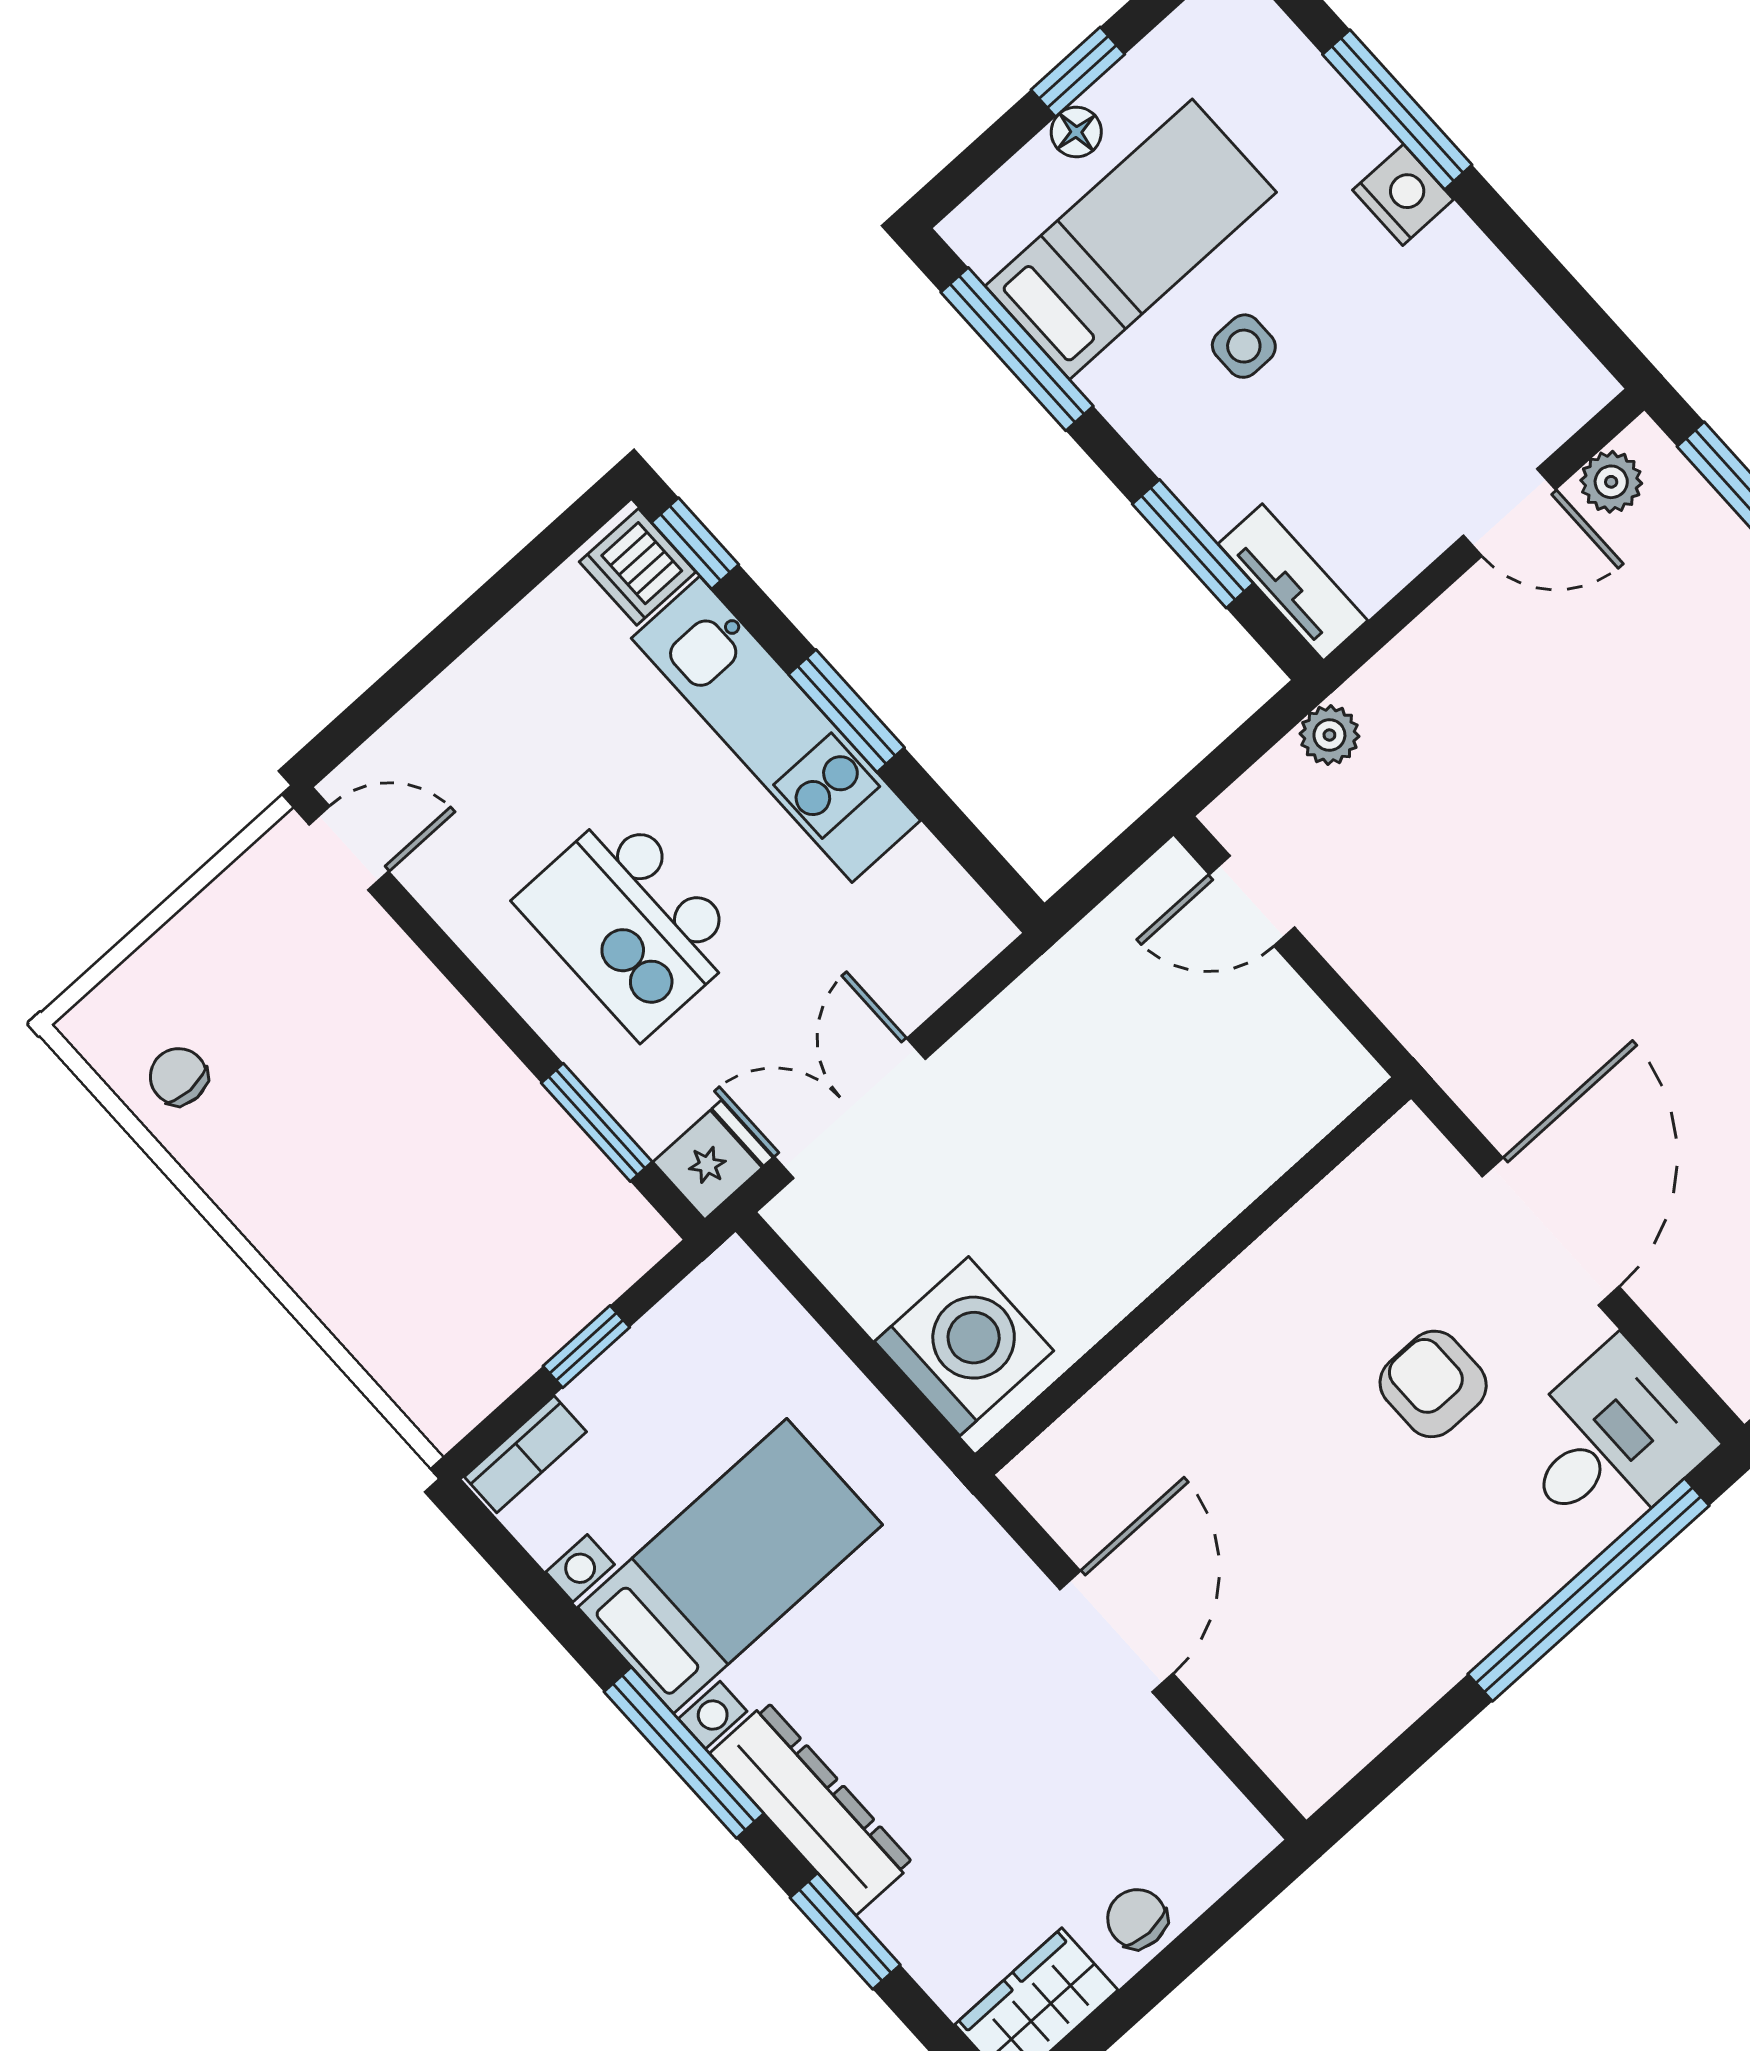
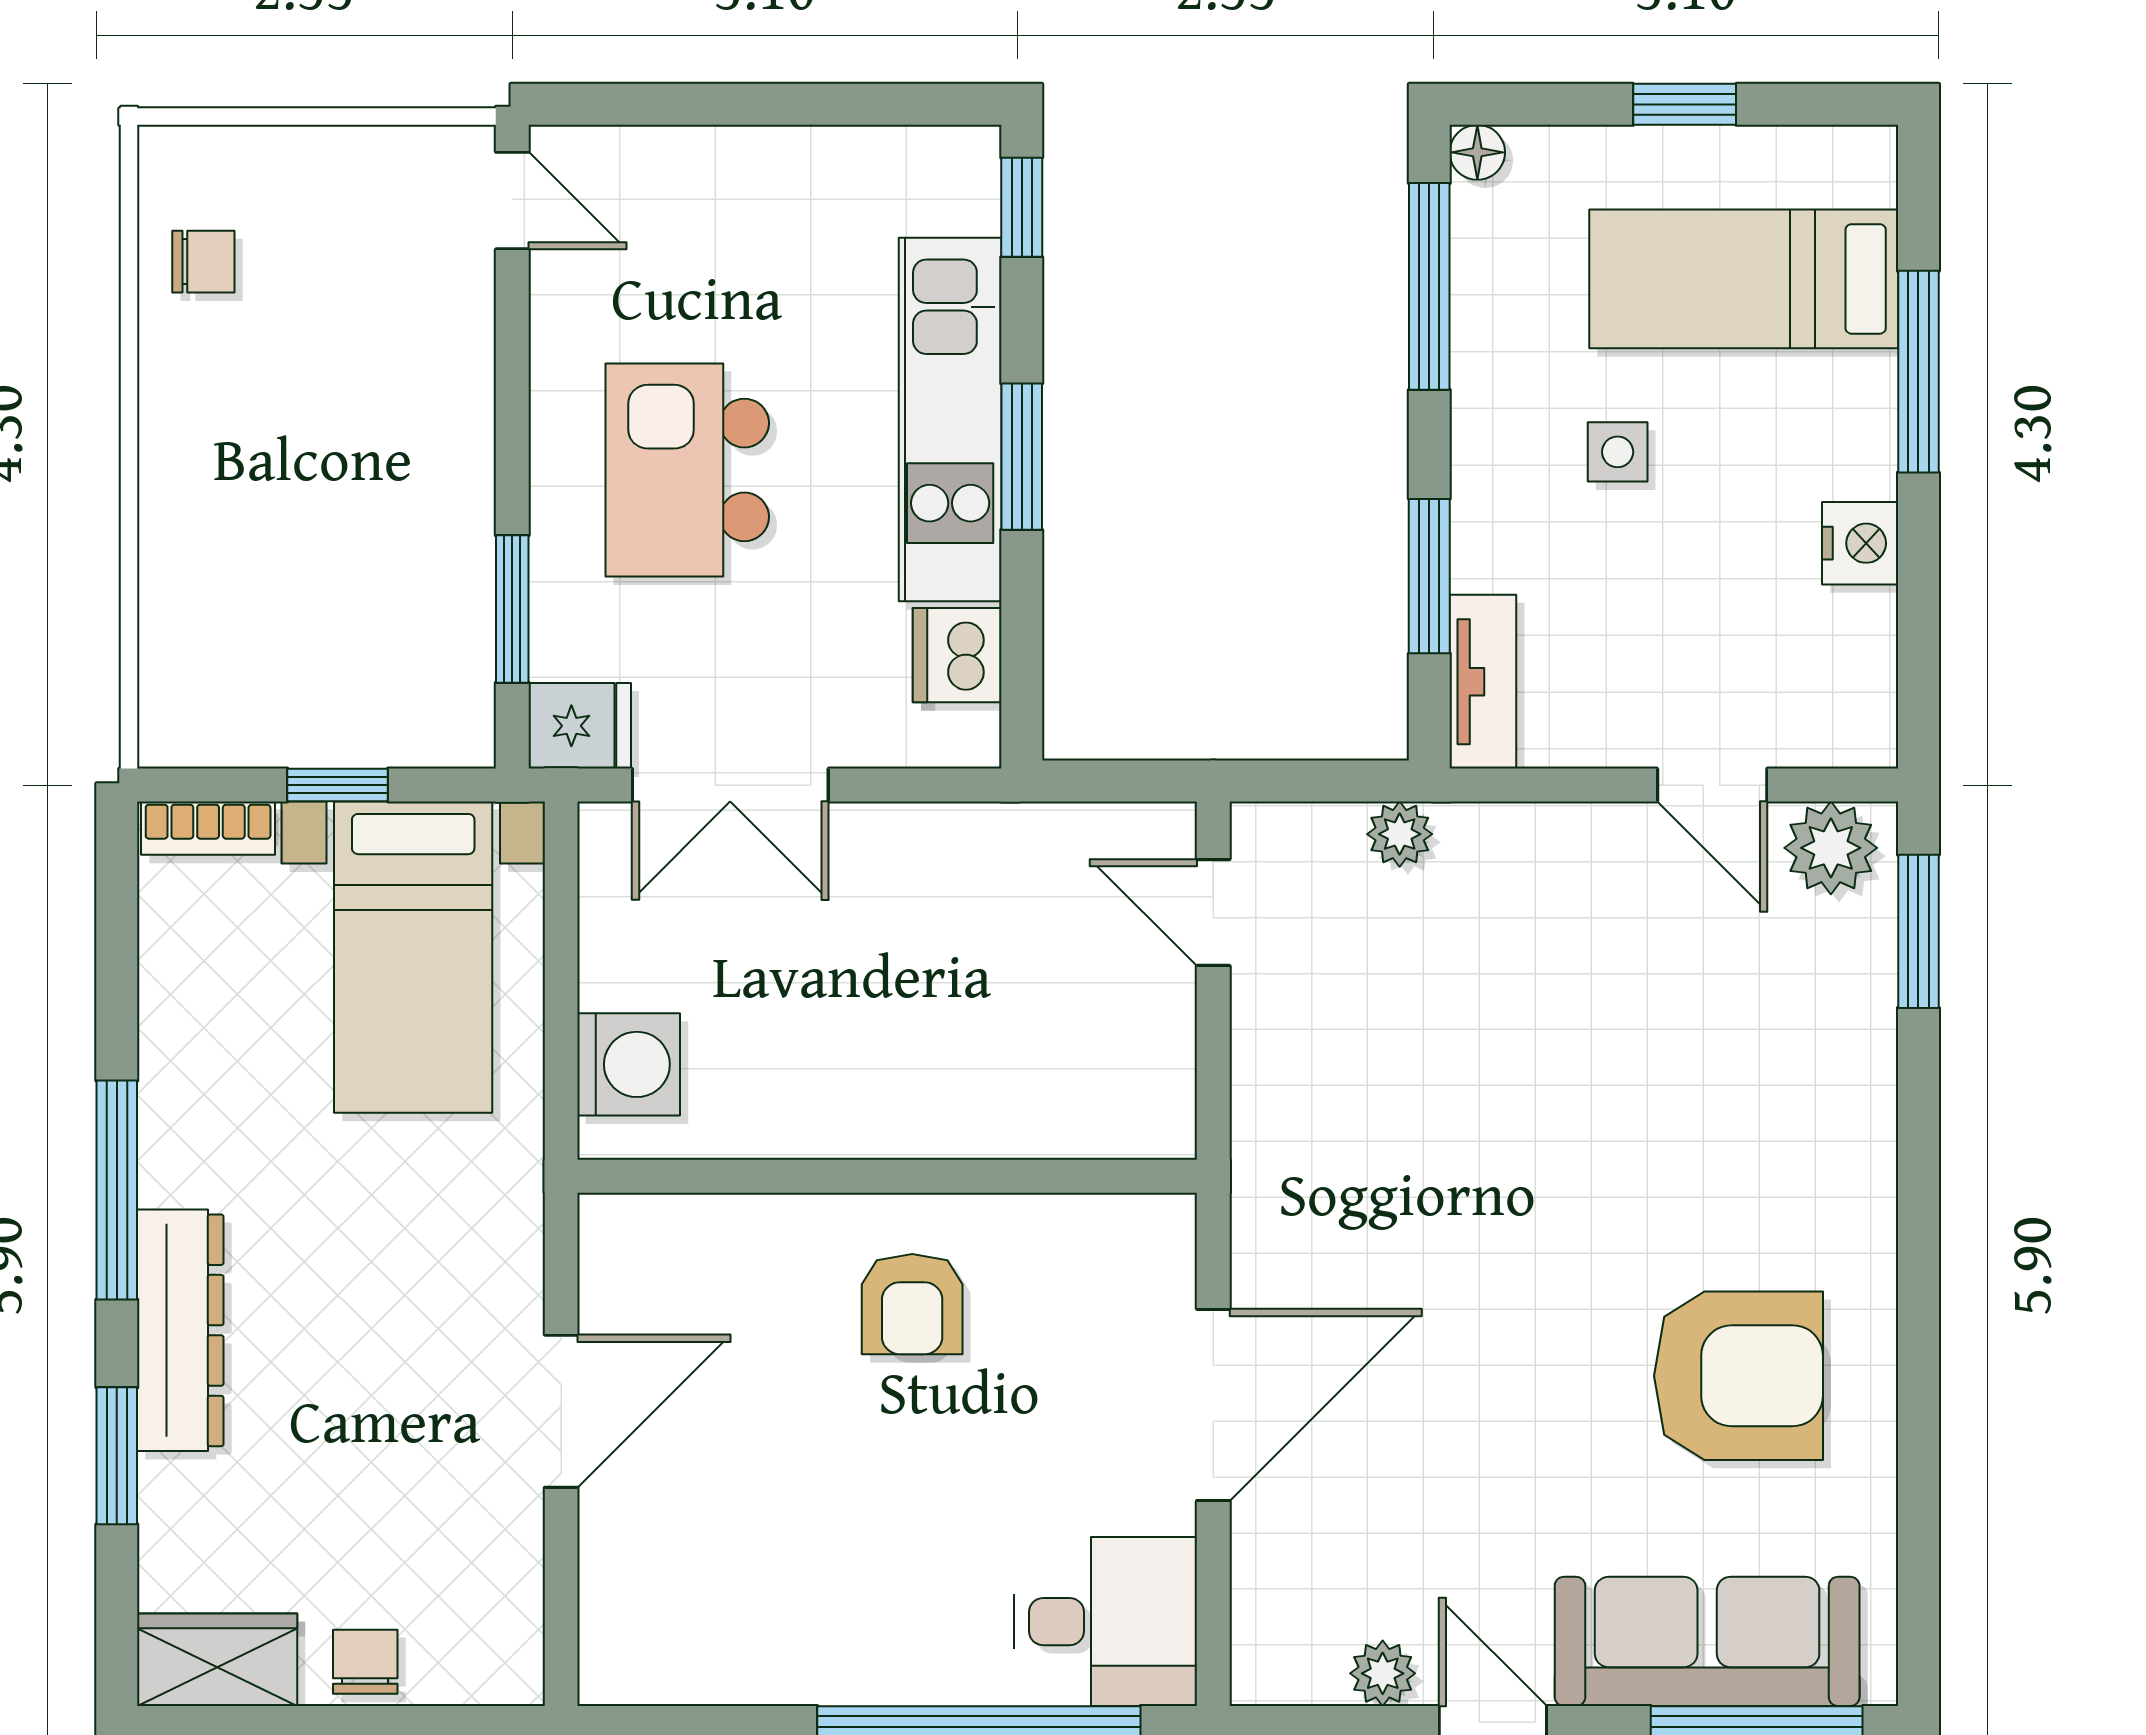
floor lamp: (1076, 132) -> (1477, 152), moved
nightstand: (1403, 195) -> (1860, 543), moved
bed: (1131, 239) -> (1744, 279), moved, turned 180
plant: (1611, 482) -> (1831, 848), width x1.38, depth x1.38
dishwasher: (638, 567) -> (957, 655), moved
chair: (179, 1077) -> (203, 262), turned 90
double door: (850, 1108) -> (730, 785), swing flipped
washing machine: (964, 1346) -> (629, 1064), width x0.73, depth x0.73
armchair: (1433, 1384) -> (912, 1304), moved, turned 180
bed with nightstands: (730, 1566) -> (413, 957), moved, turned 90

